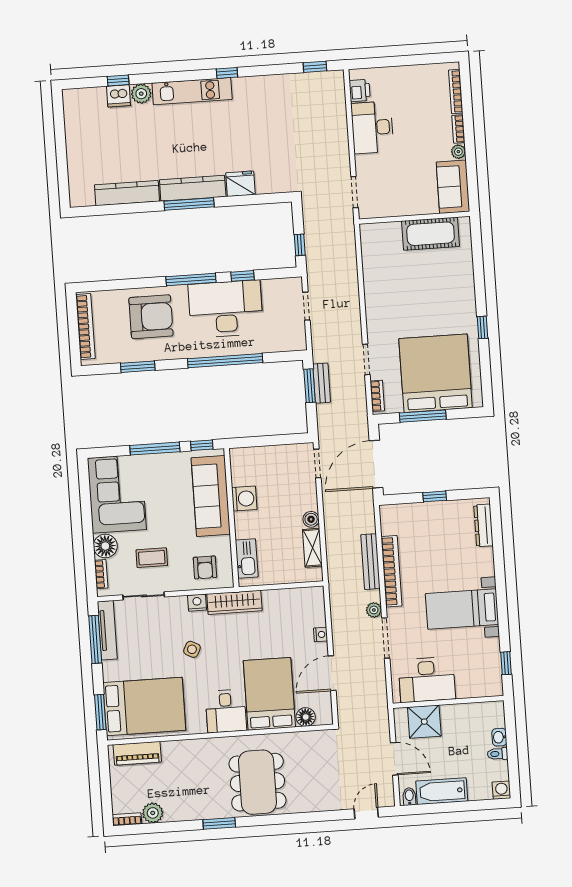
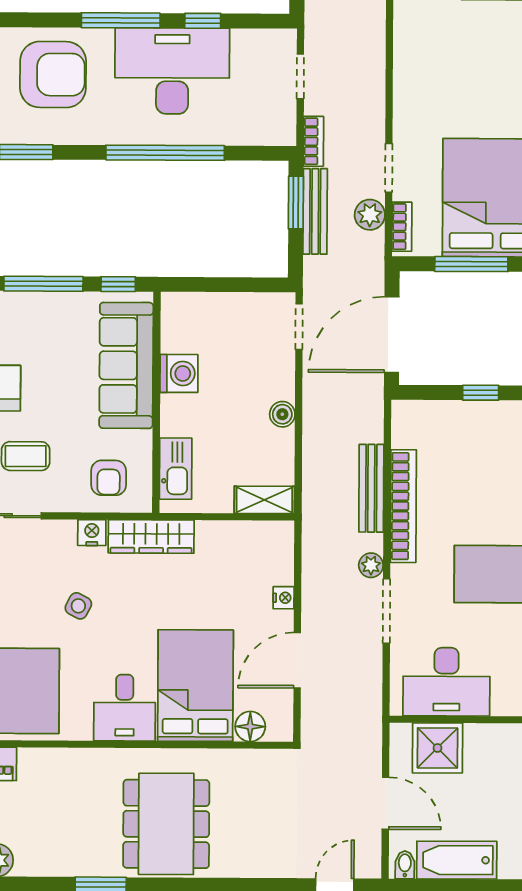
bookcase: (318, 346) -> (314, 141), added
bench: (322, 383) -> (315, 211), width x1.36
plant: (357, 390) -> (370, 215), added
shelving: (312, 548) -> (264, 500), moved, turned 90

